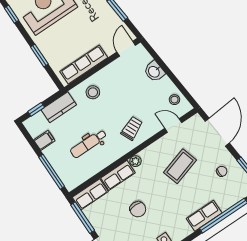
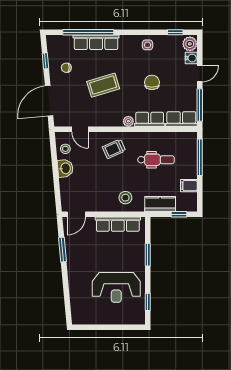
washbasin: (154, 72) -> (65, 168), moved
coffee table: (180, 166) -> (103, 85), moved
row of seats: (204, 216) -> (96, 42), width x1.48

